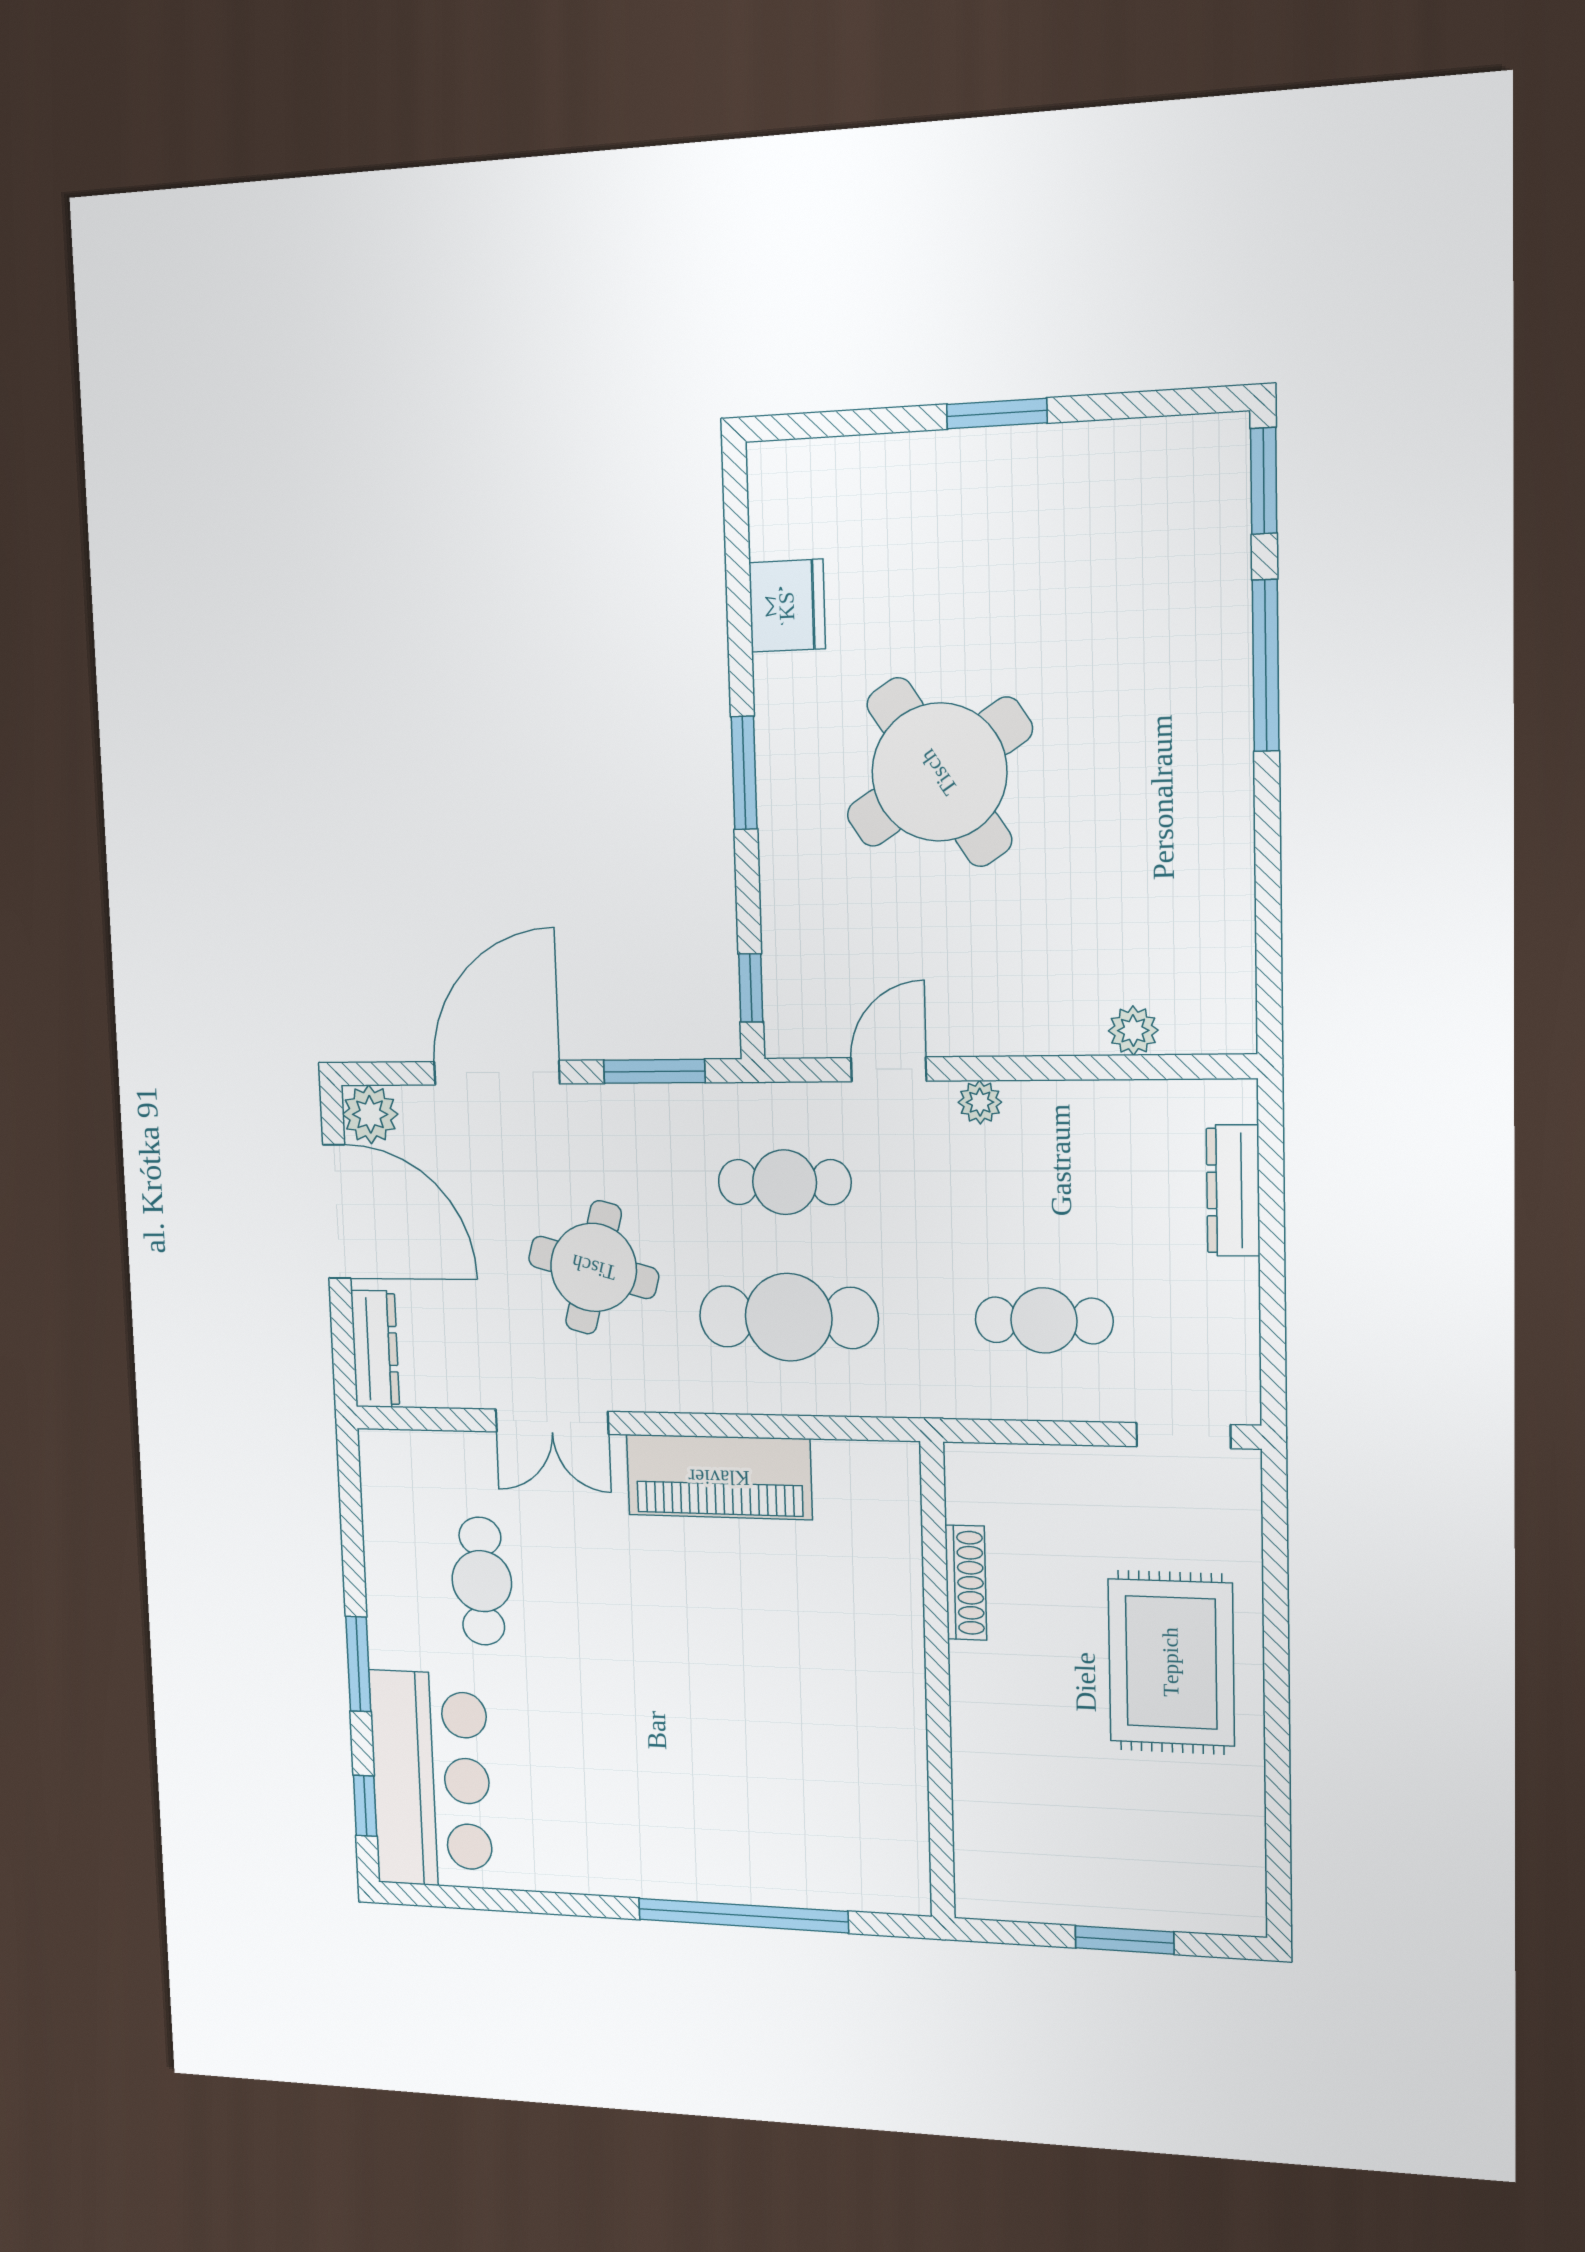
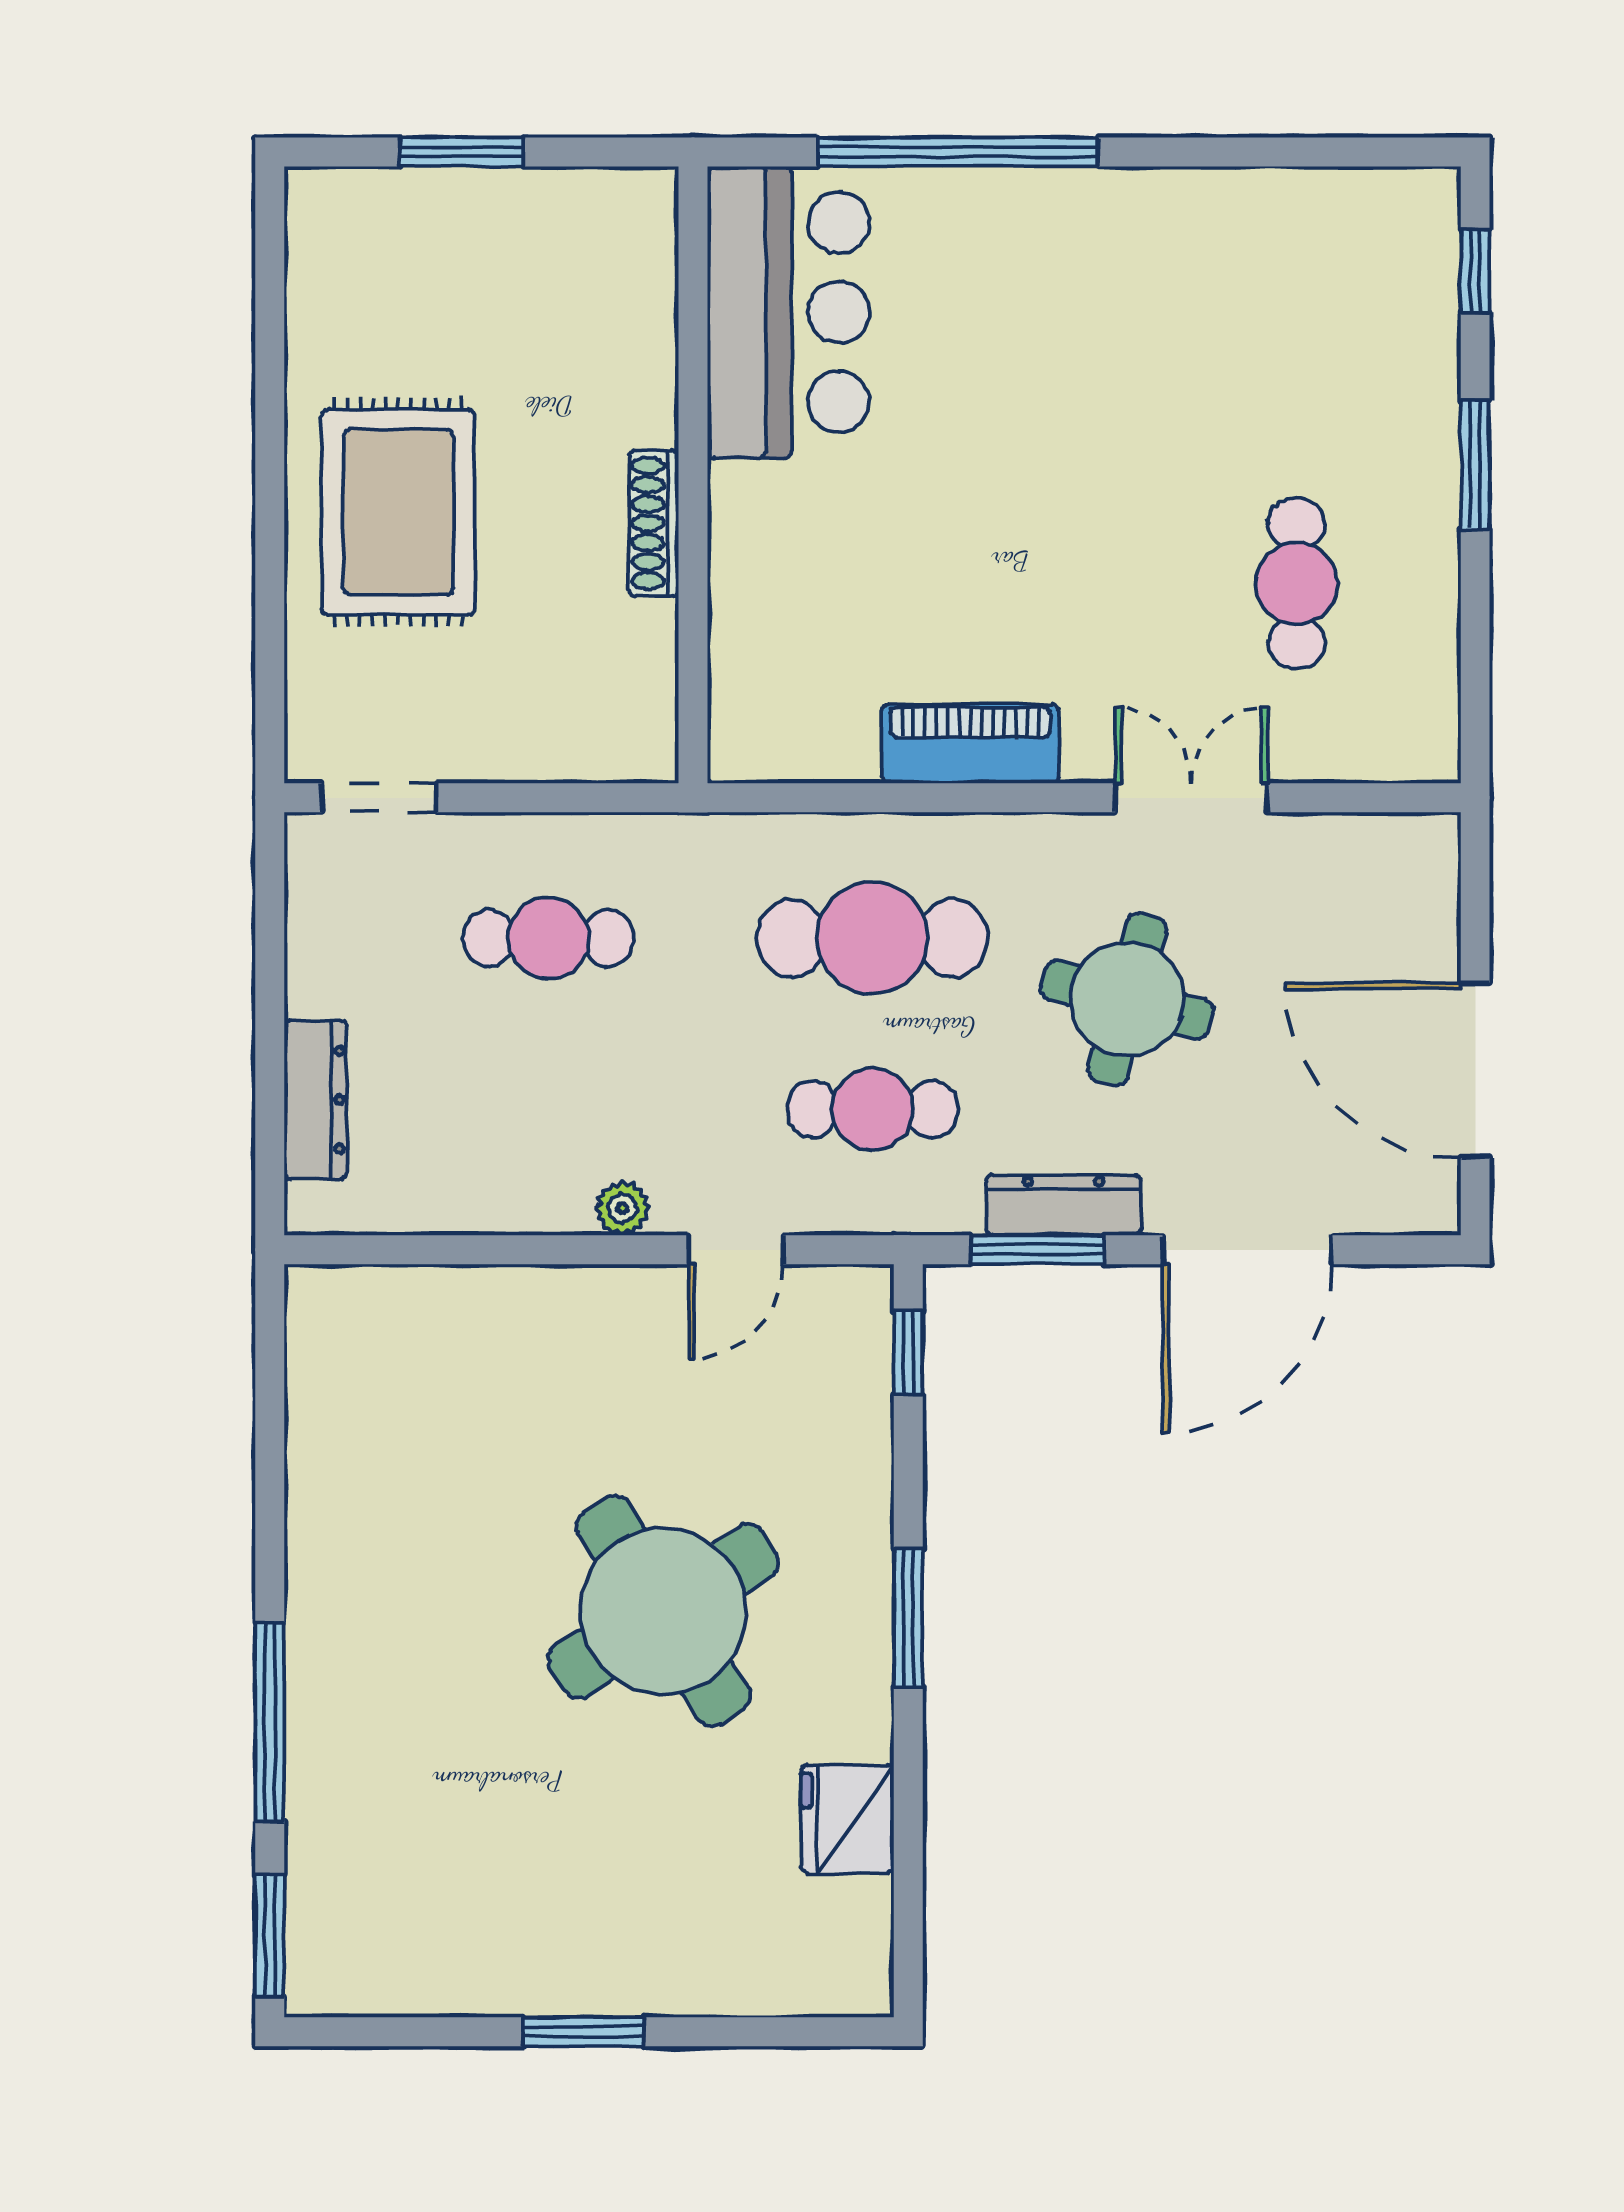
plant: (1133, 1031) -> (433, 1294), removed
plant: (370, 1114) -> (1422, 1197), removed
dresser: (375, 1349) -> (1064, 1205), moved, turned 90
piano: (719, 1477) -> (970, 744), width x0.73, depth x0.75
shoe rack: (966, 1583) -> (654, 523), moved
bar counter: (431, 1779) -> (788, 312), moved, turned 180

